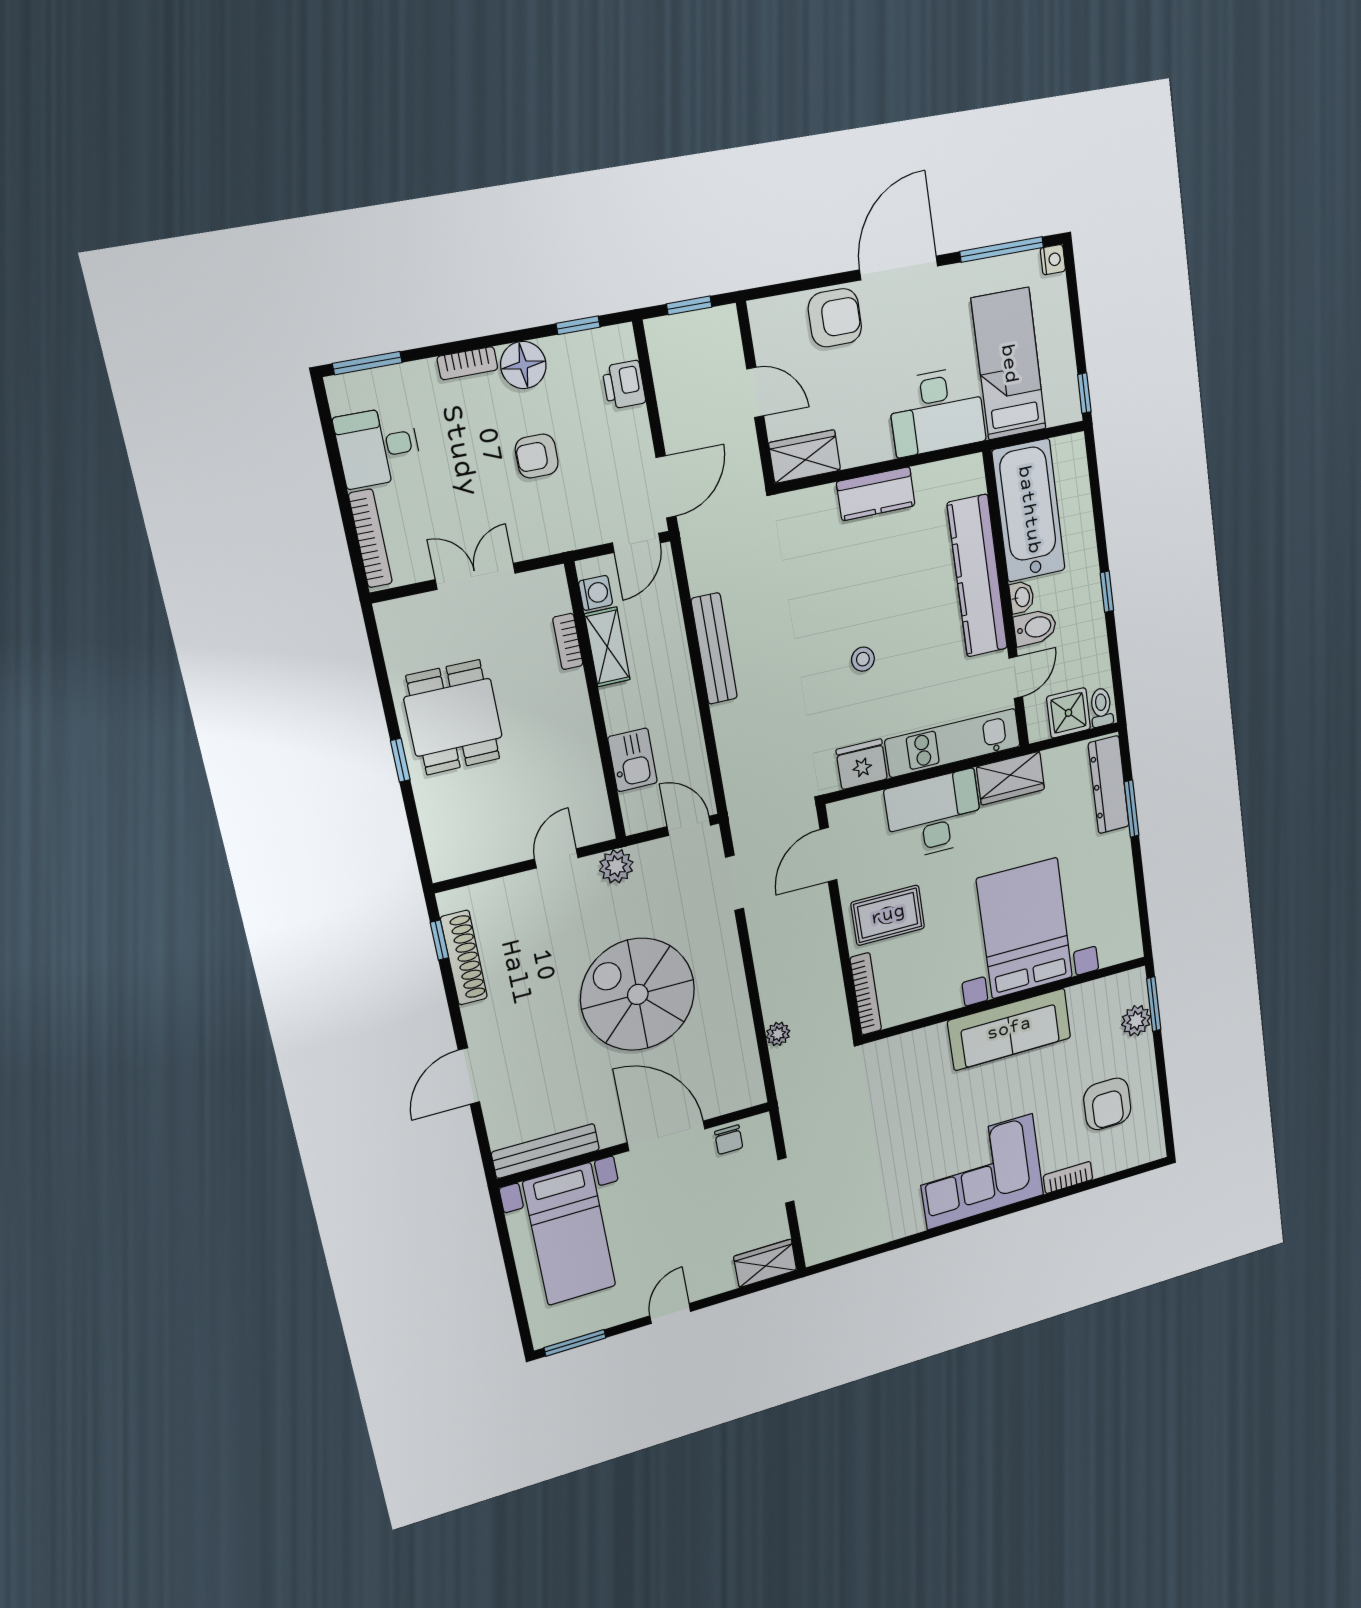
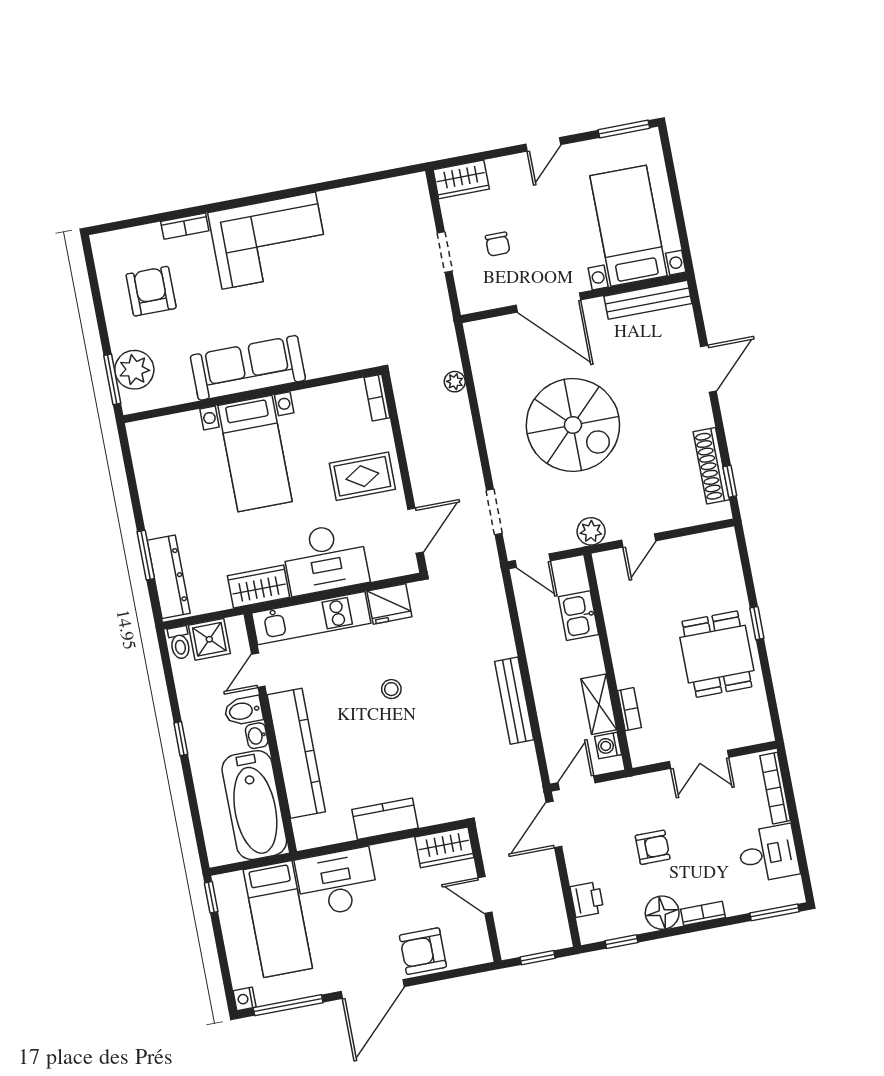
bed with nightstands: (1025, 928) -> (255, 453), width x0.73
bookcase: (866, 994) -> (377, 398), width x0.64
plant: (1136, 1021) -> (134, 370), width x1.36, depth x1.36
chair: (729, 1140) -> (498, 244), moved, turned 180

